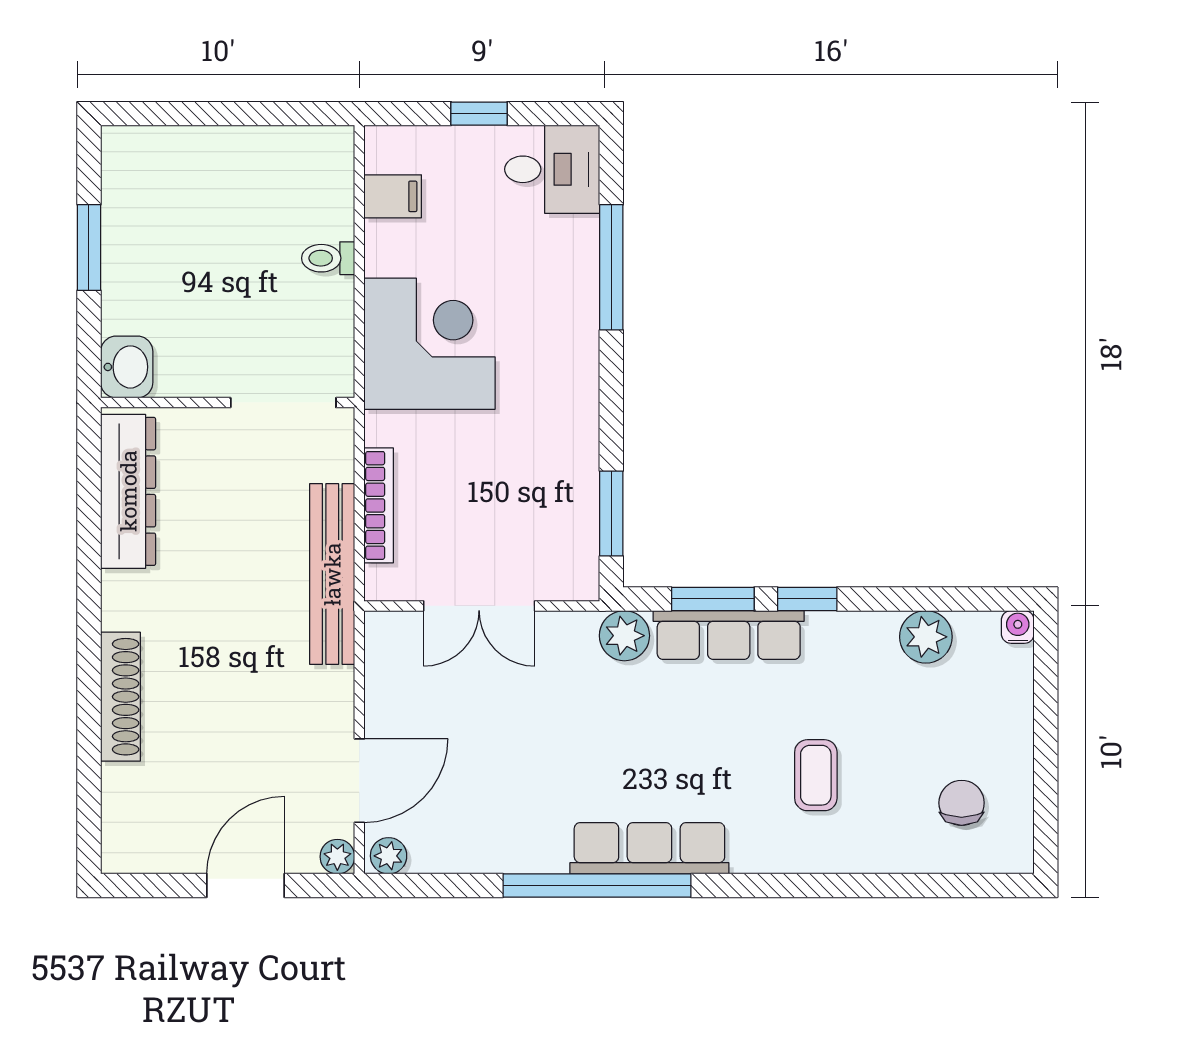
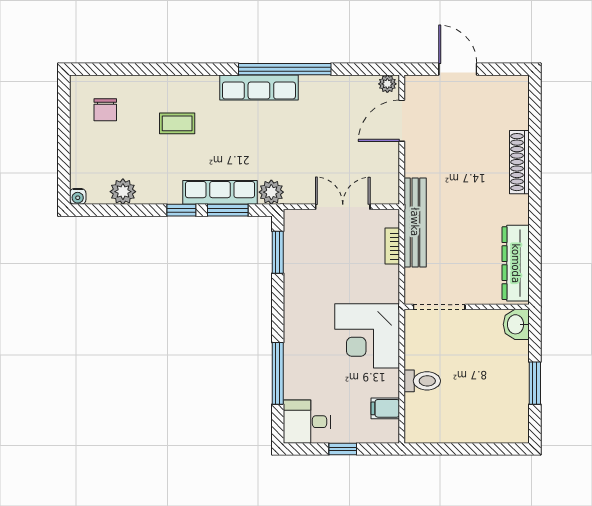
toilet: (328, 258) -> (422, 381), width x1.37, depth x1.39
bookcase: (379, 505) -> (392, 246), width x0.64
coffee table: (816, 775) -> (177, 123), turned 90
plant: (337, 857) -> (413, 83), removed
door: (245, 886) -> (458, 69), swing flipped

